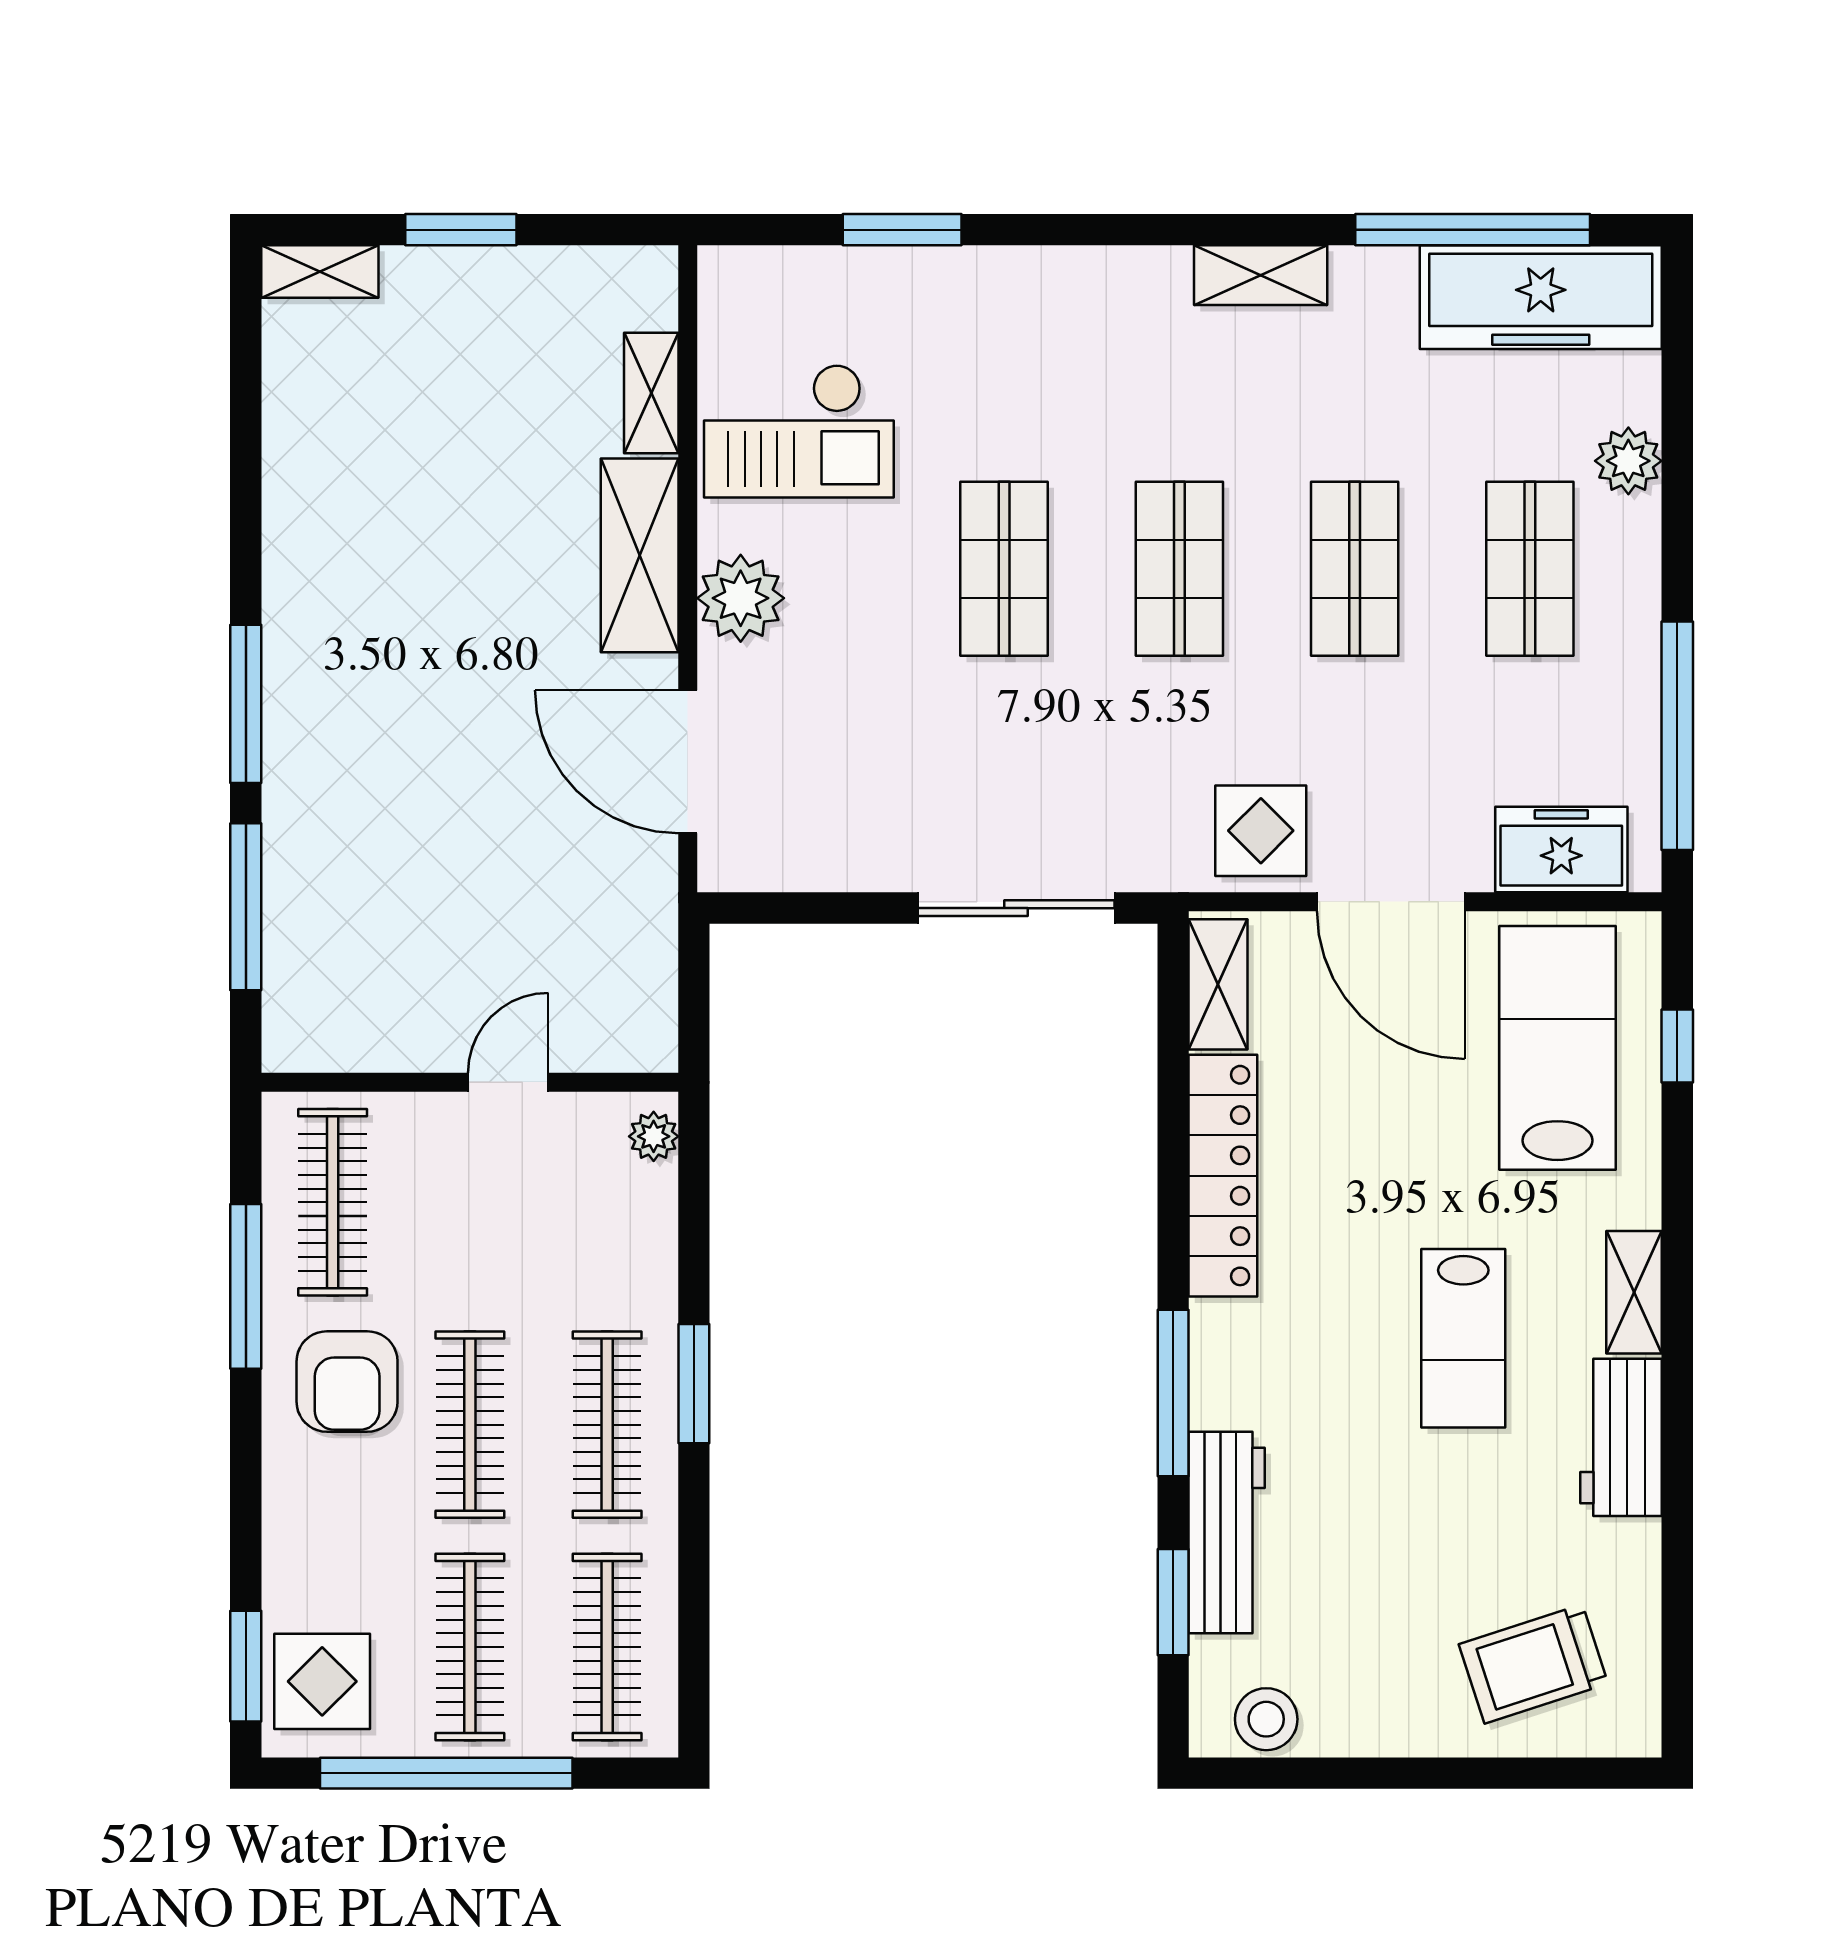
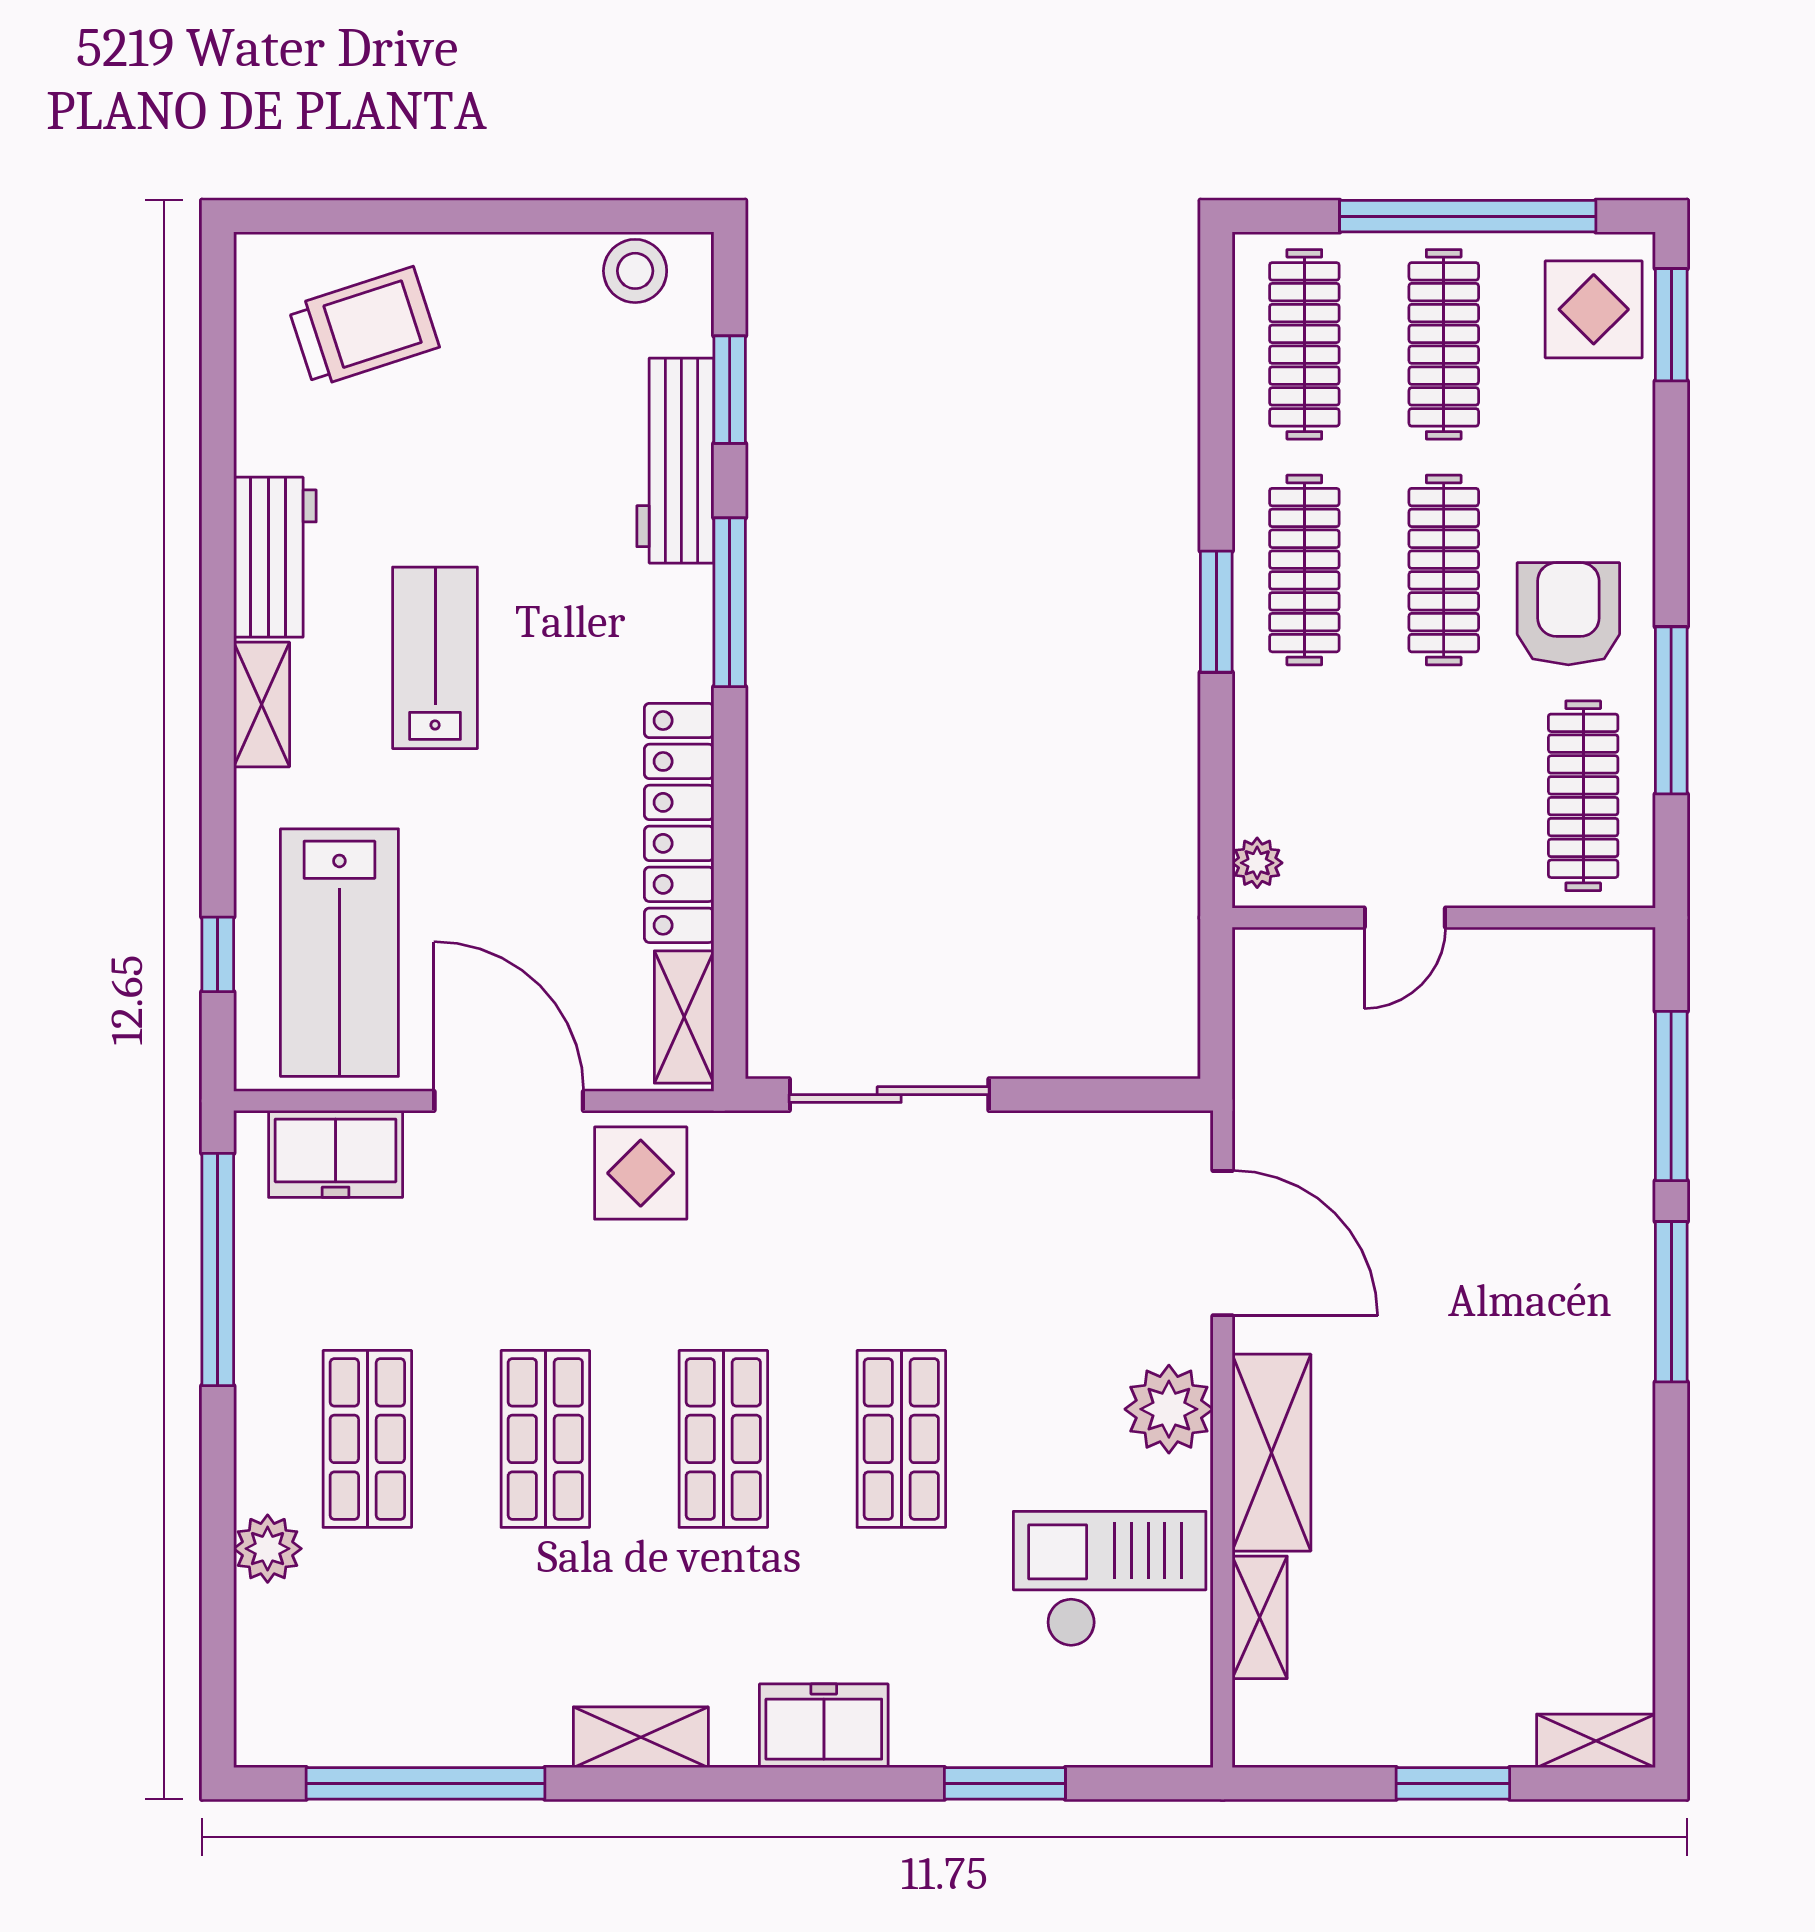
freezer: (1541, 297) -> (824, 1726), moved, width x0.52, depth x0.79

